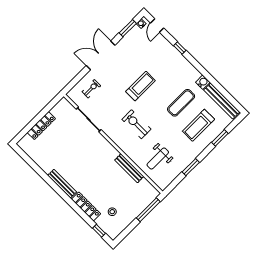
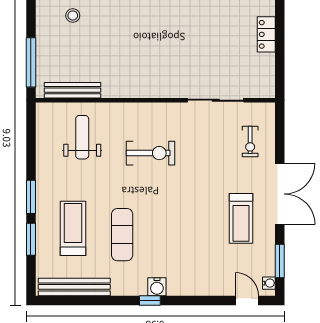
window: (180, 48) -> (150, 300), moved
water cooler: (203, 82) -> (157, 287), moved
treadmill: (140, 86) -> (241, 218), moved
locker: (41, 126) -> (266, 34), width x0.66
window: (191, 167) -> (31, 197), moved
bench: (129, 168) -> (73, 90), moved

